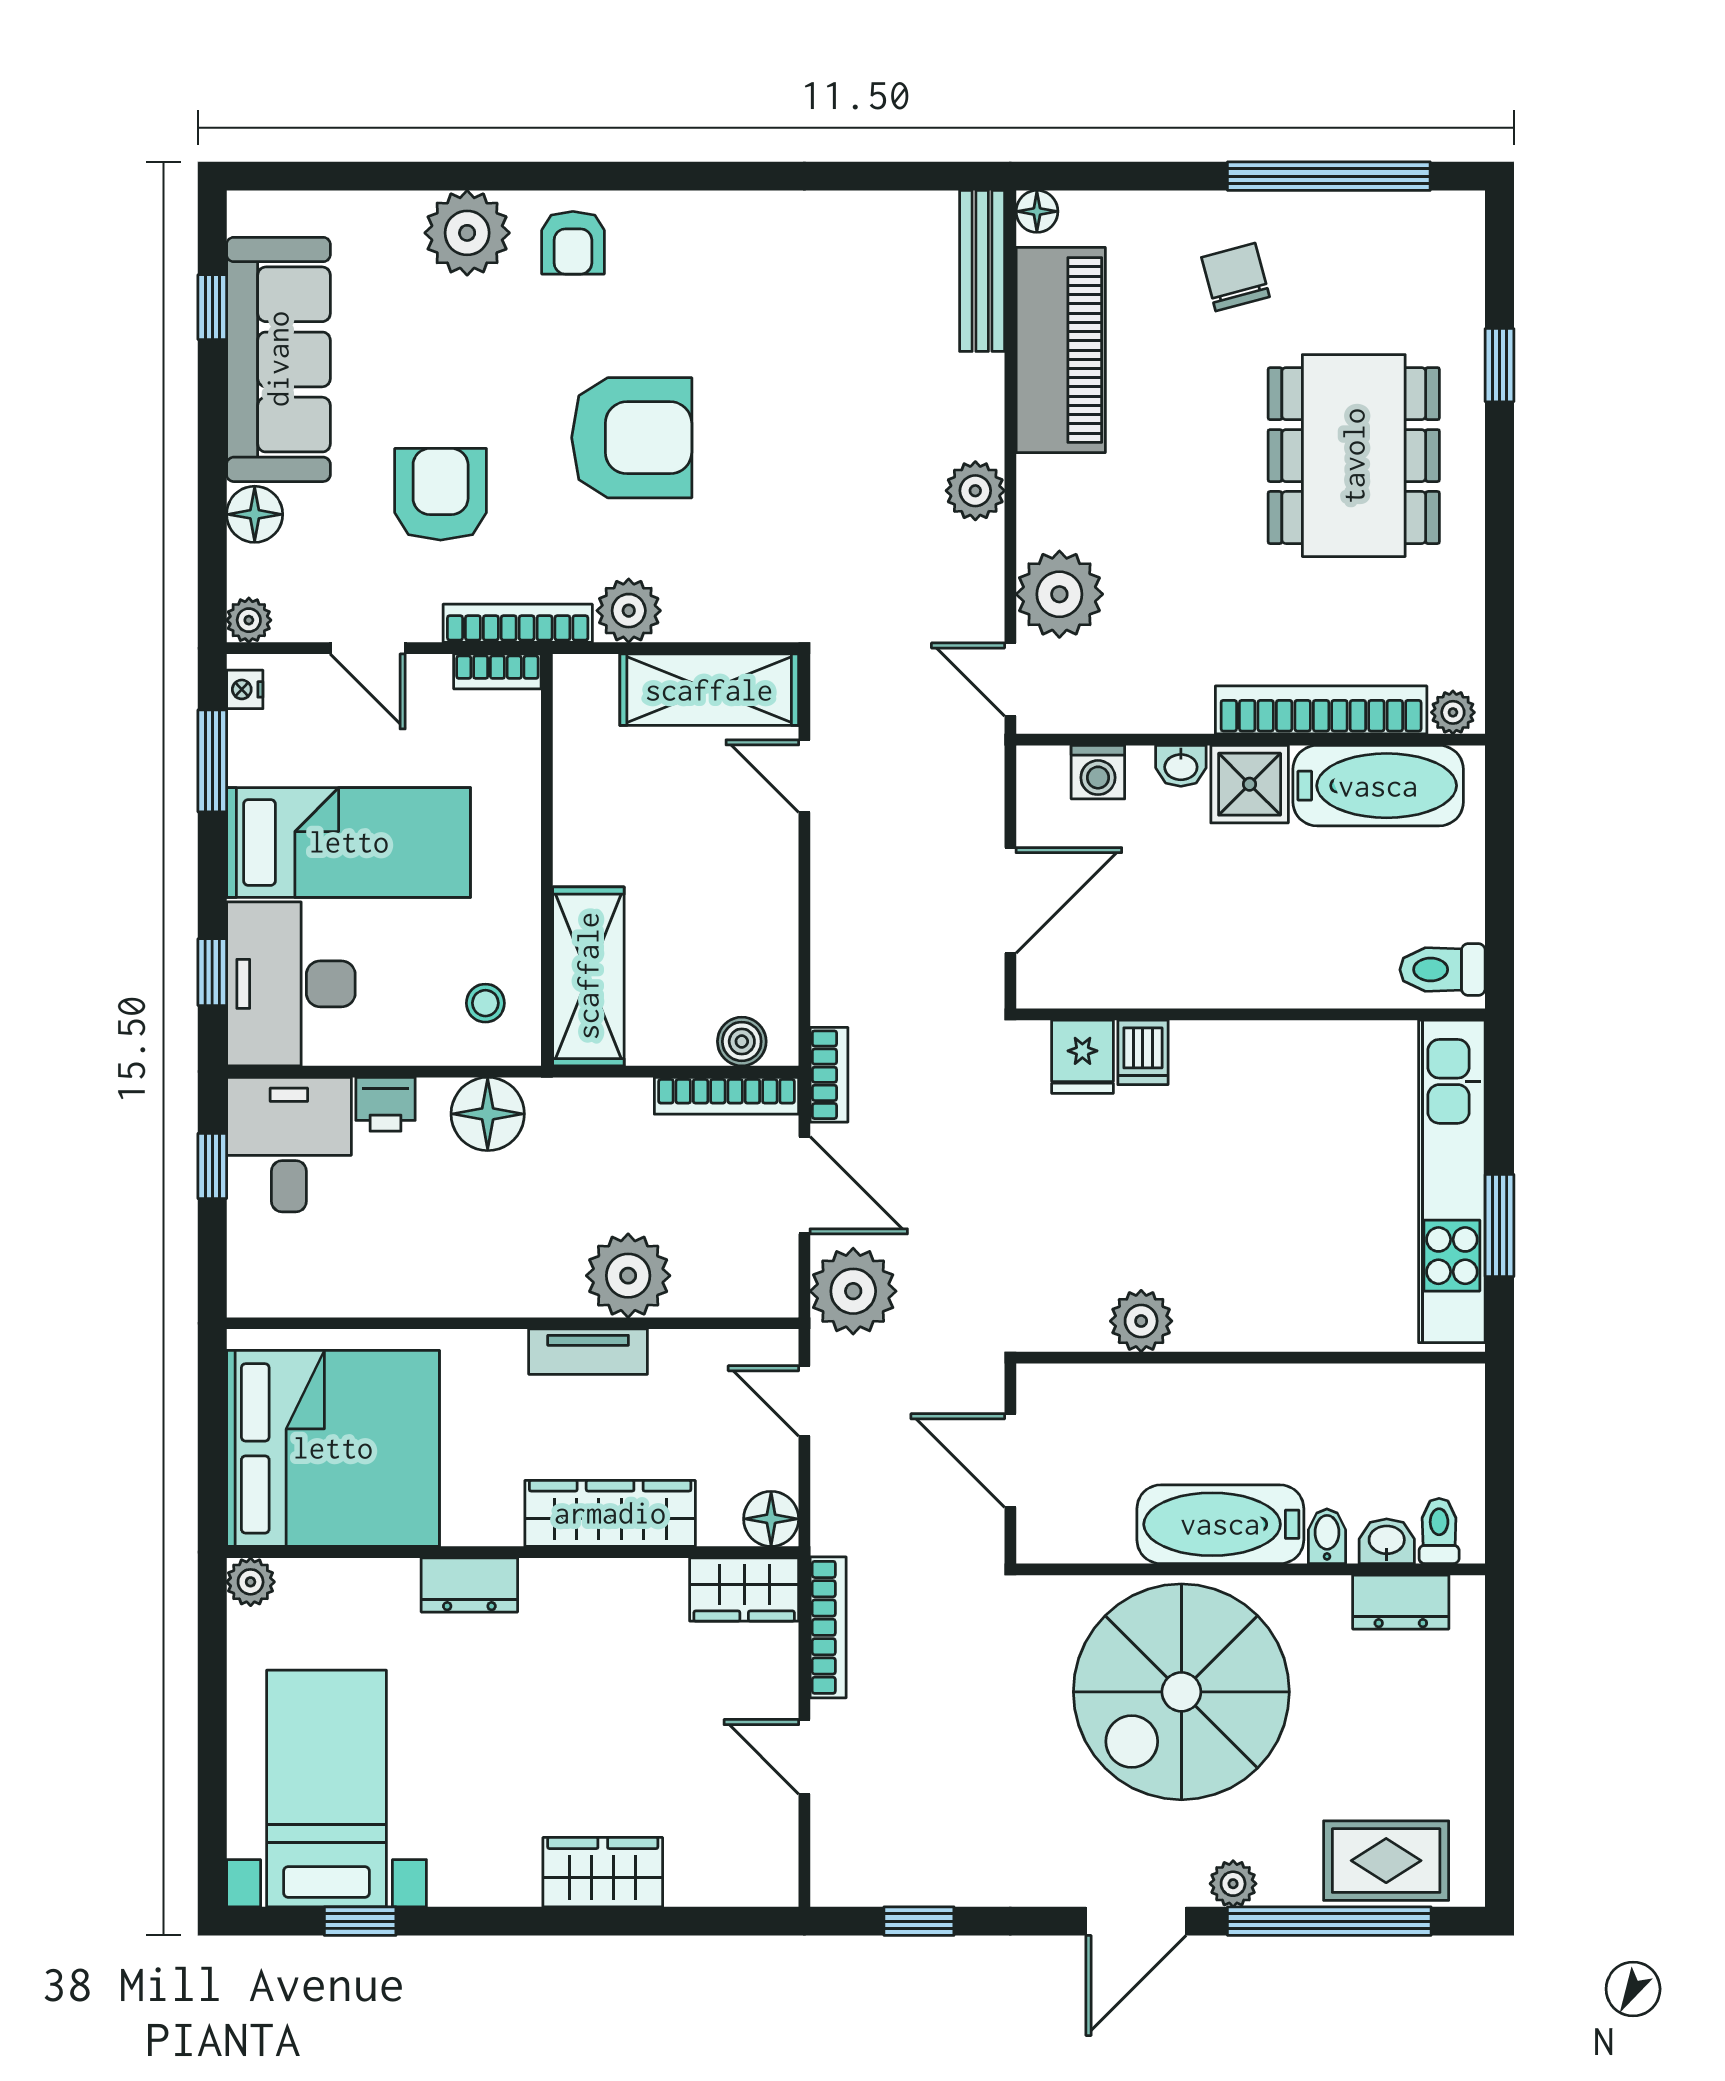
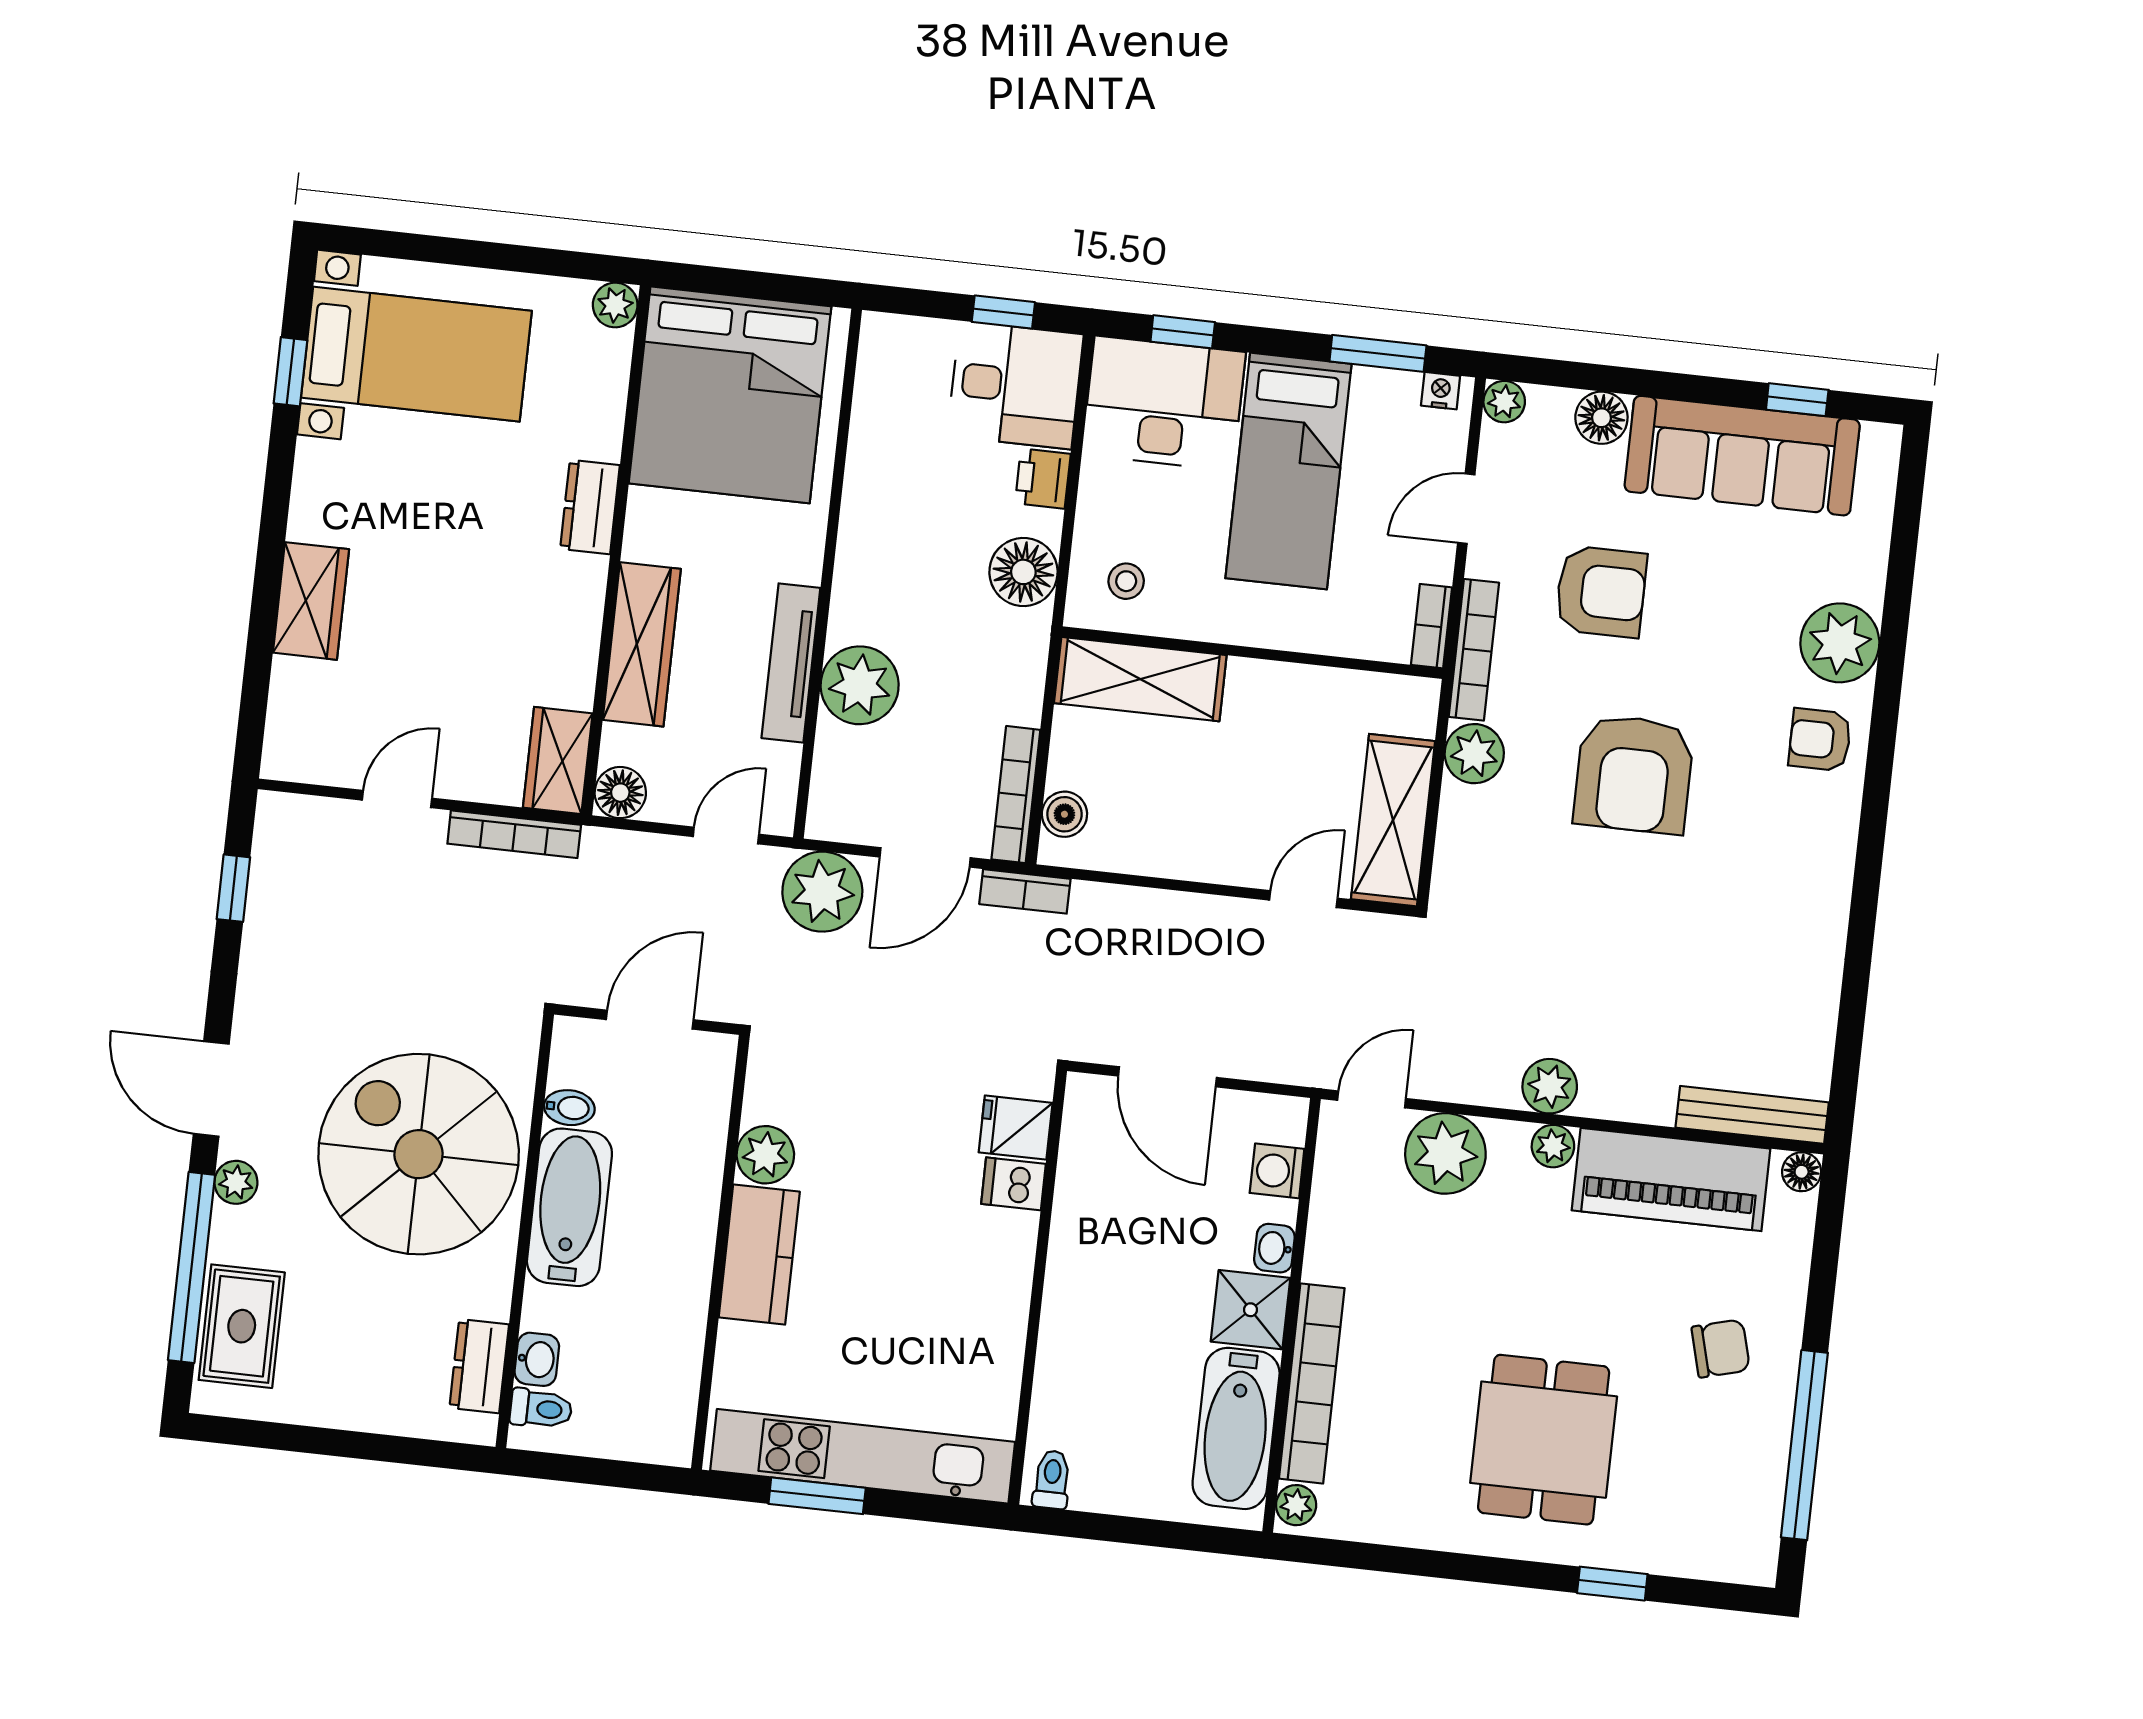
dining table: (1354, 456) -> (1544, 1440), width x0.73
plant: (1039, 480) -> (1553, 1146), added
toilet: (1443, 970) -> (1052, 1480), width x0.73, depth x0.72
kitchen counter: (1248, 1316) -> (759, 1255), added
tv unit: (588, 1352) -> (791, 663), width x1.41
bidet: (1327, 1536) -> (569, 1108), moved

